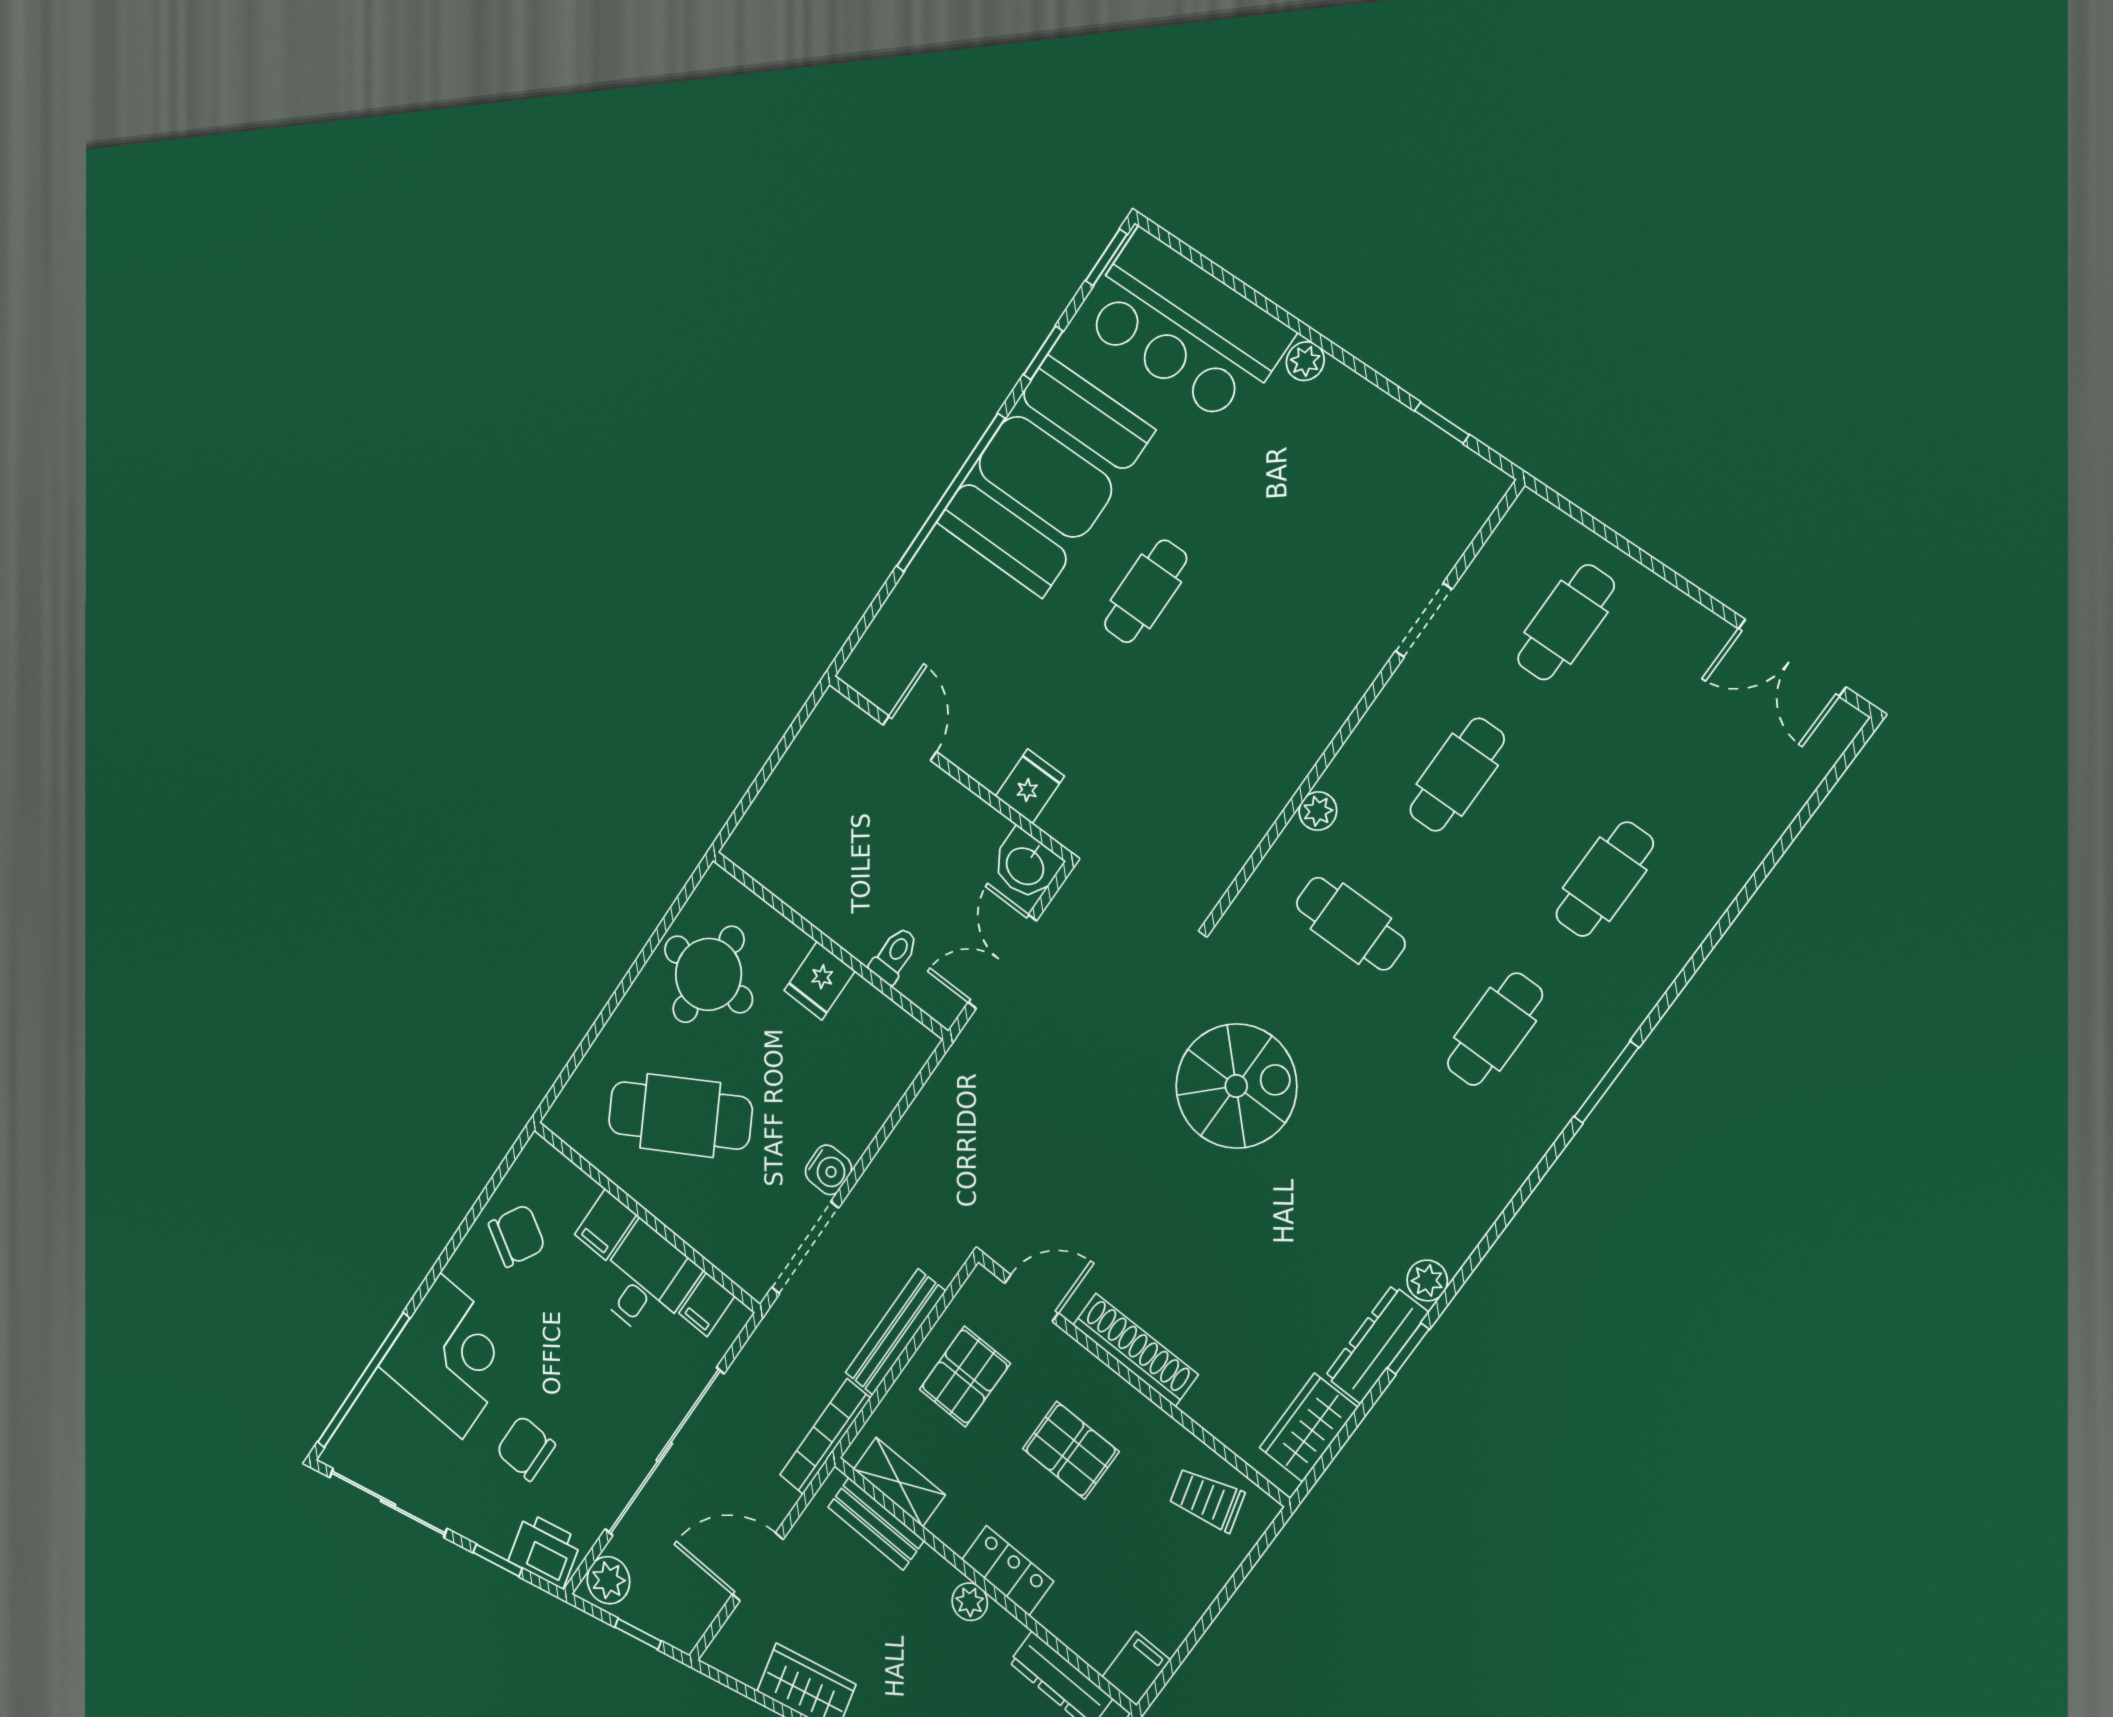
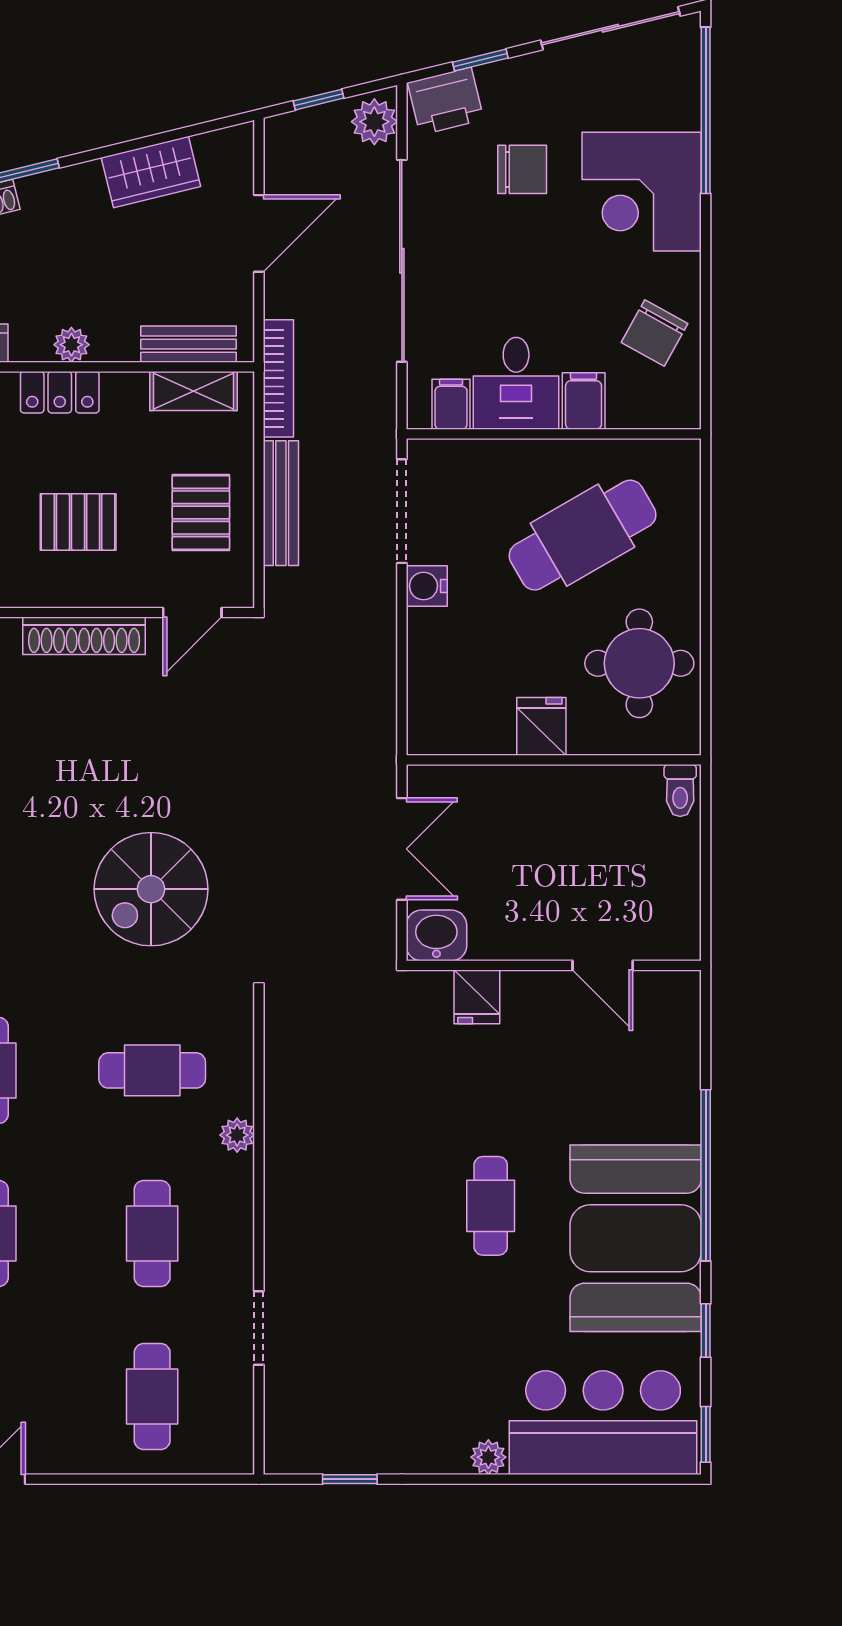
toilet: (894, 955) -> (680, 791), moved

